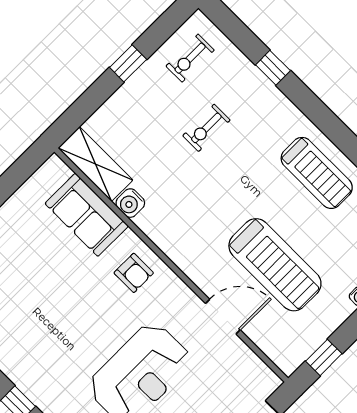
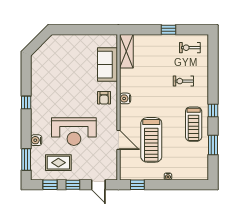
window: (273, 68) -> (213, 110), moved
exercise bike: (206, 128) -> (183, 81), moved
water cooler: (130, 203) -> (125, 98), moved

